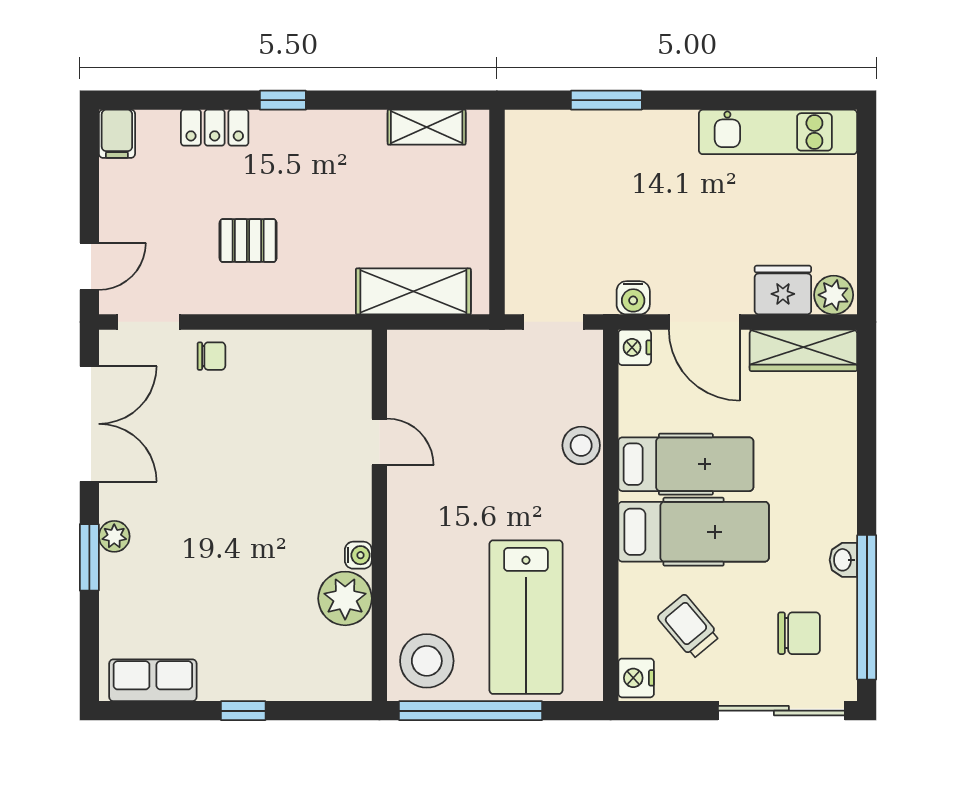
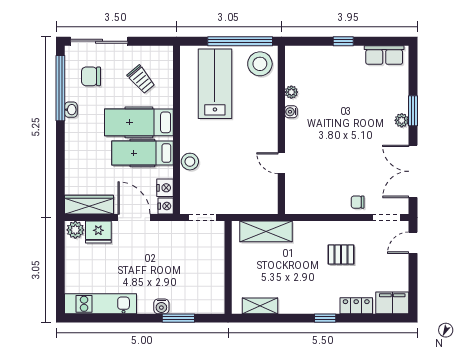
filing cabinet: (117, 134) -> (392, 303), width x2.00
water cooler: (633, 298) -> (161, 306), moved, turned 180
plant: (345, 598) -> (291, 92), width x0.53, depth x0.53
nightstand: (636, 678) -> (165, 188), moved

